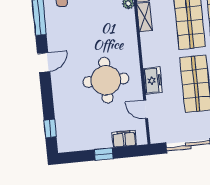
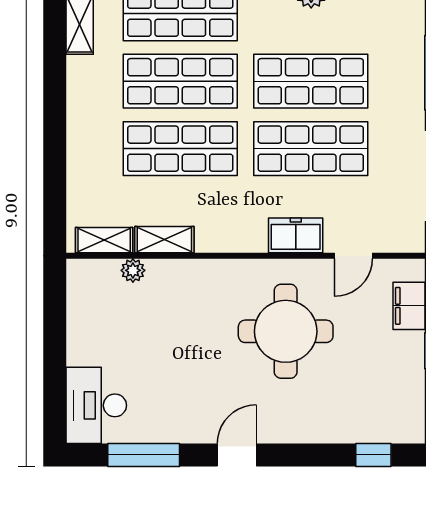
door: (44, 62) -> (237, 455), hinge flipped

